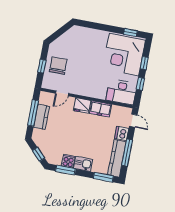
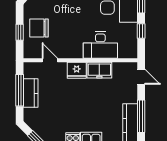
chair: (58, 66) -> (39, 28), turned -90
desk: (121, 92) -> (100, 45), moved
door: (62, 93) -> (50, 60), swing flipped
dishwasher: (122, 134) -> (130, 95), removed

